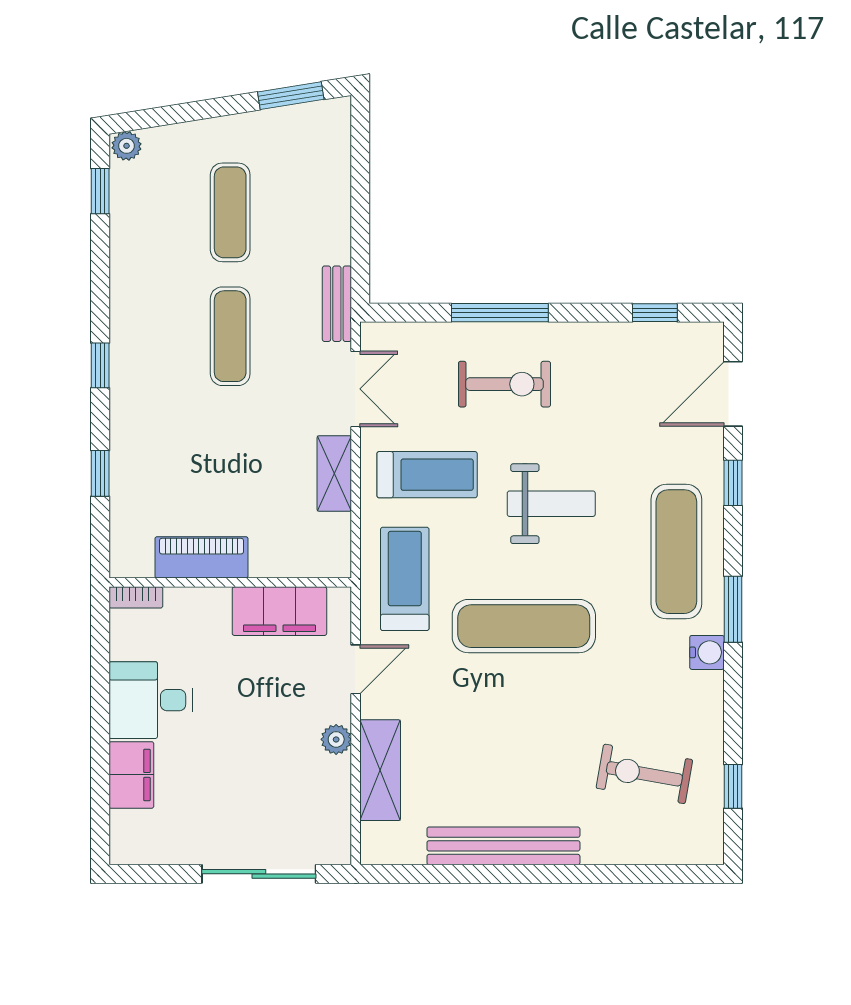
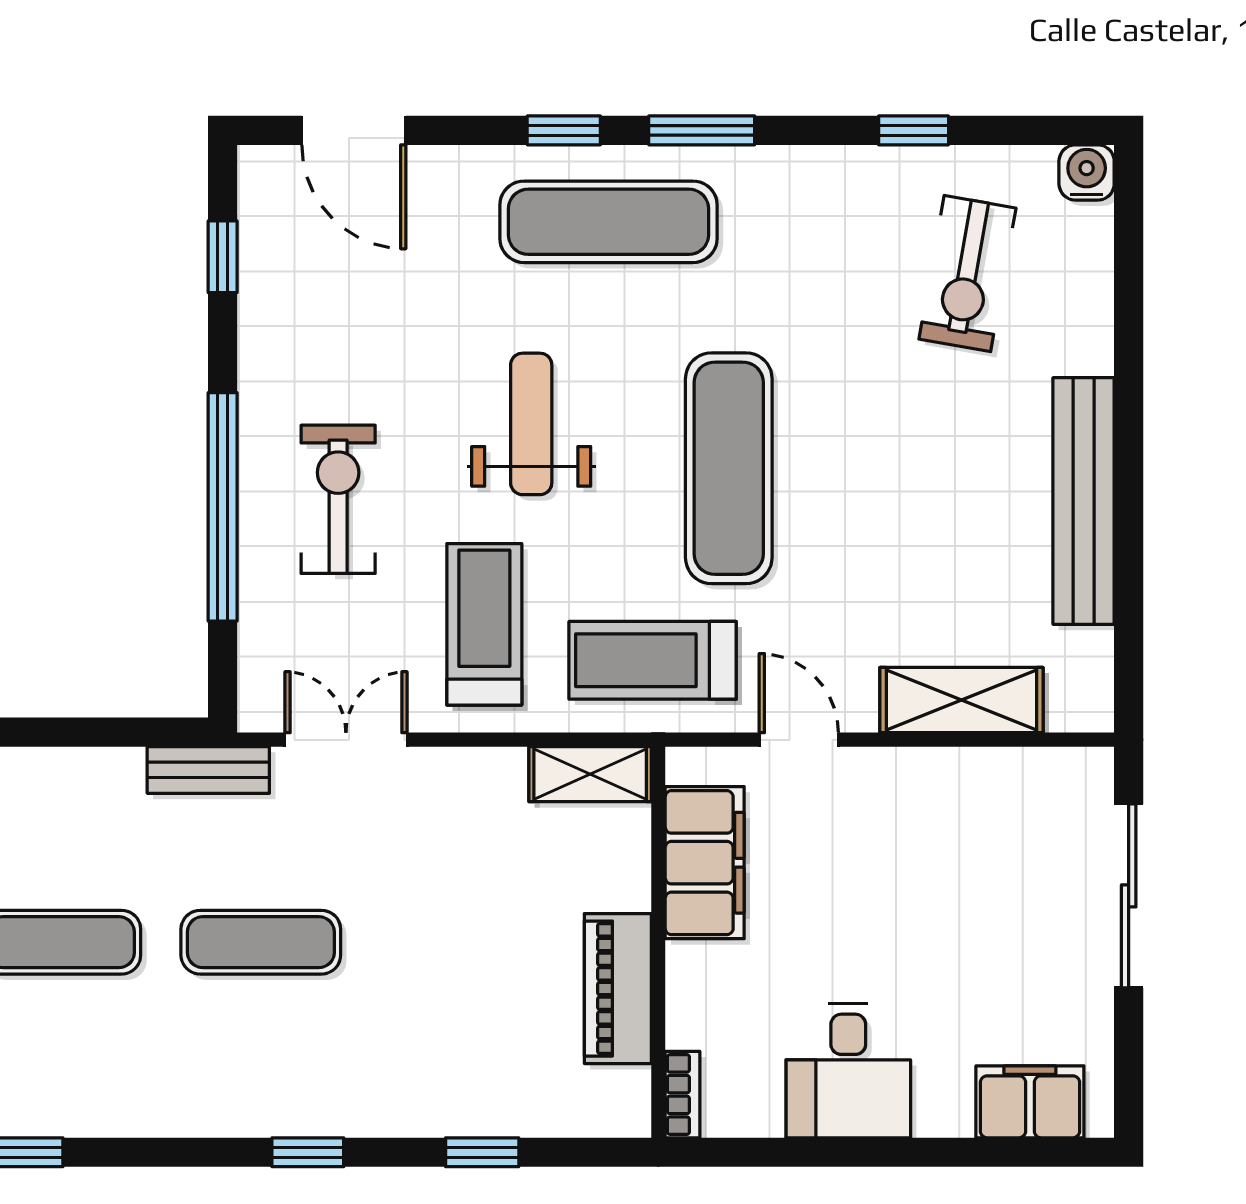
window: (500, 313) -> (223, 507), width x1.46
shelving: (334, 474) -> (590, 774), moved
window: (733, 483) -> (564, 130), moved
water cooler: (707, 652) -> (1087, 172), moved
plant: (336, 739) -> (912, 771), removed
filing cabinet: (131, 775) -> (1030, 1102), moved
window: (733, 786) -> (914, 130), moved

